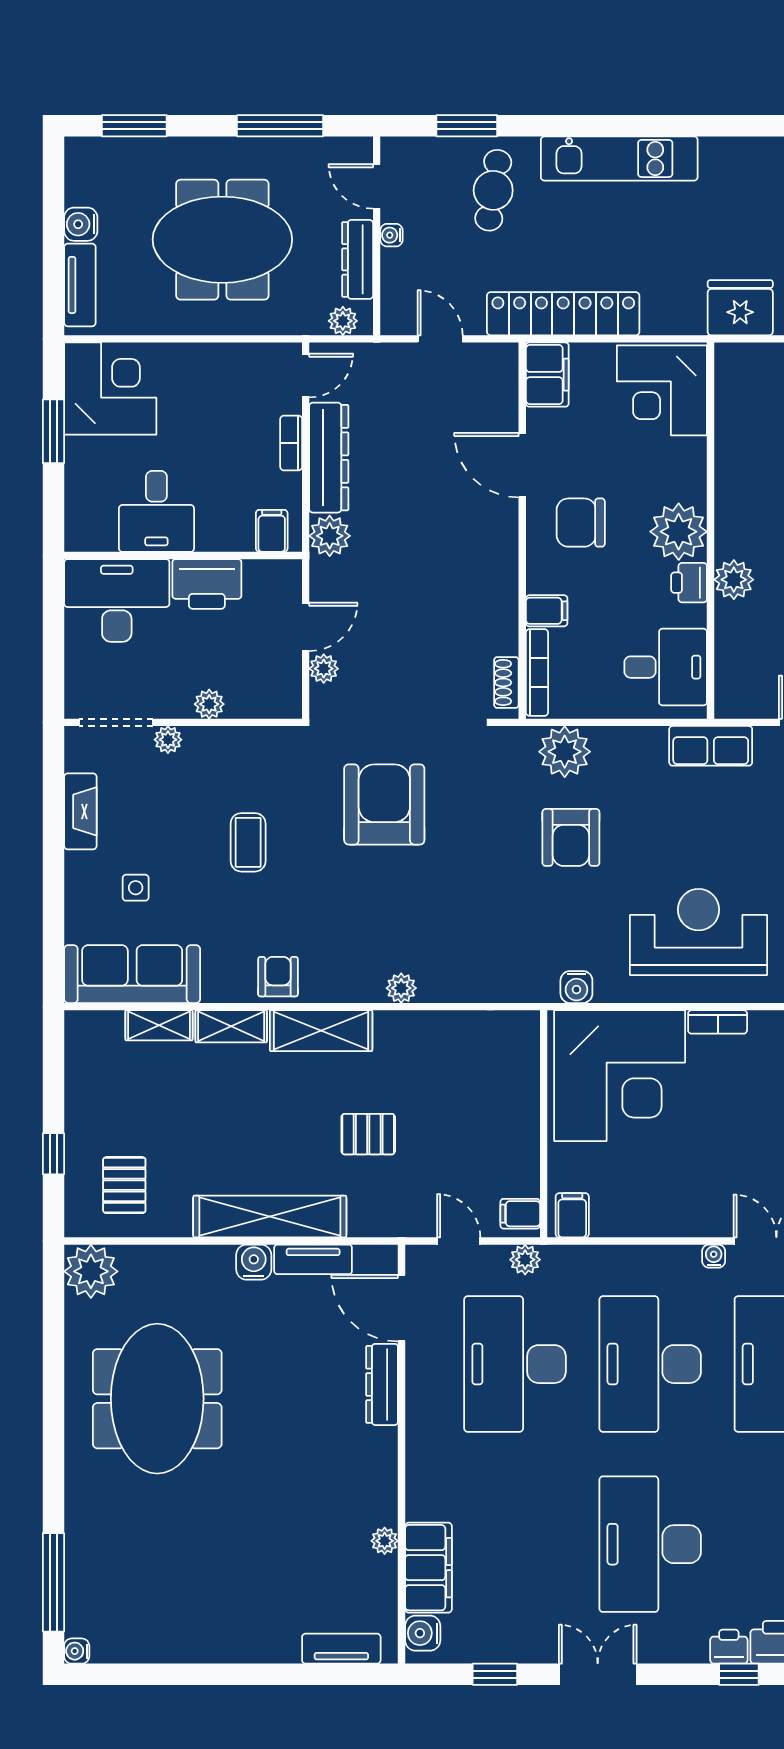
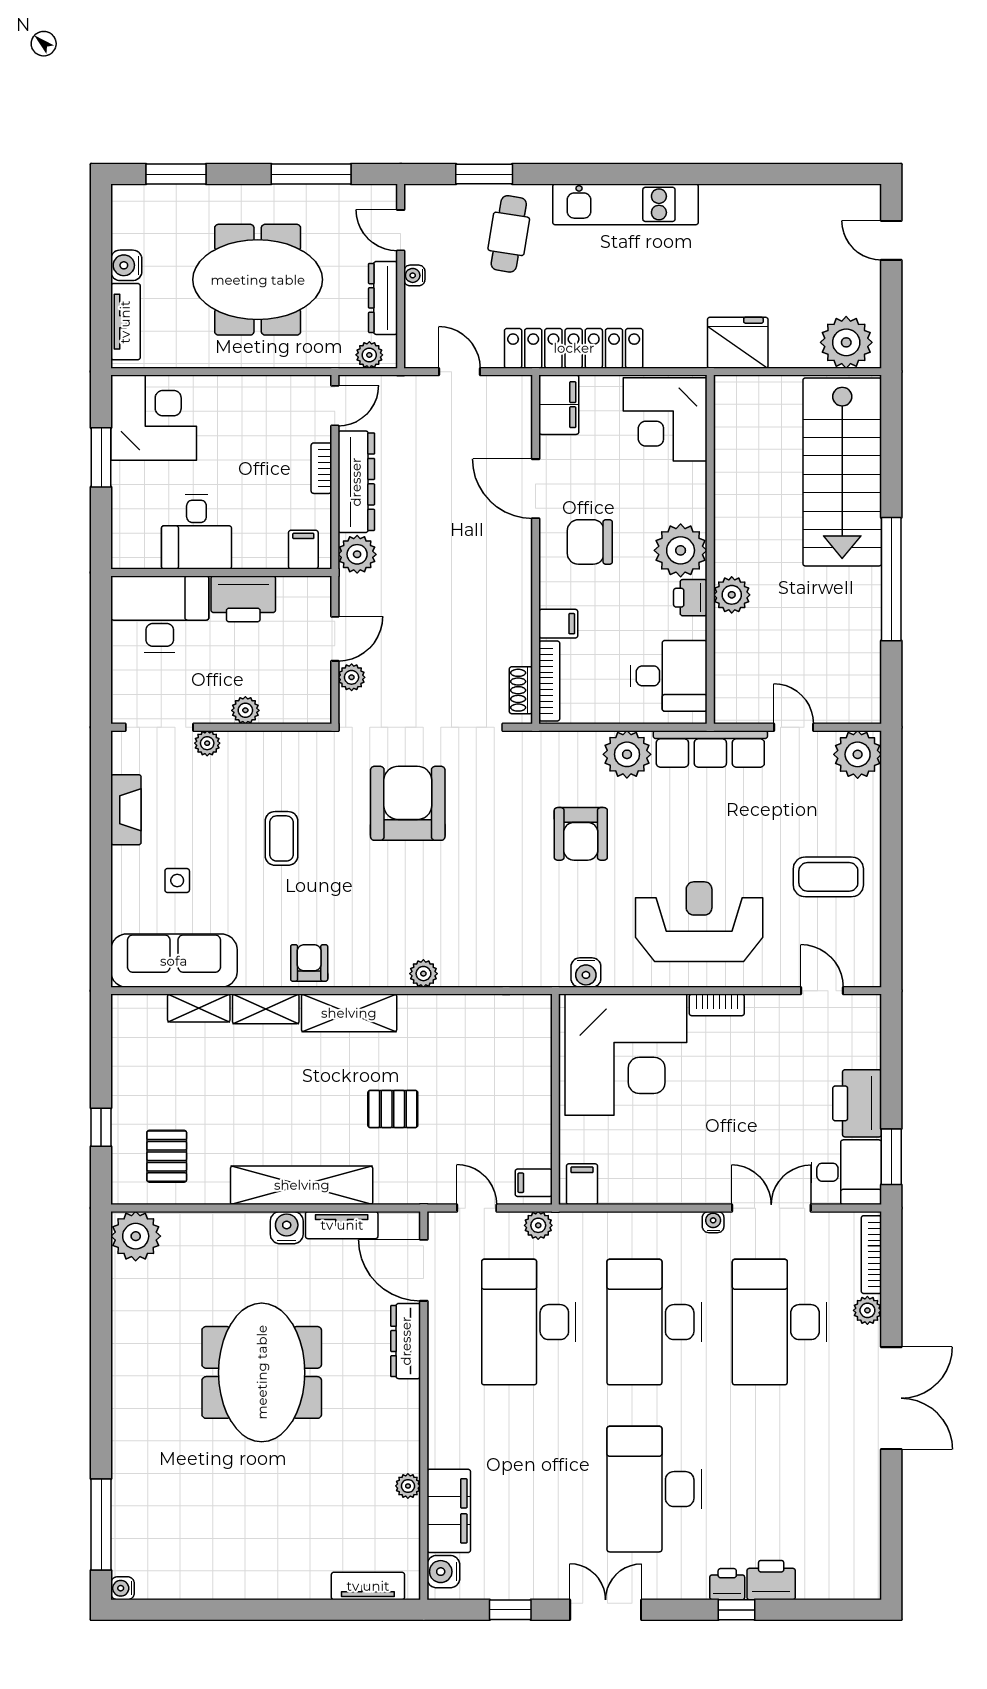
row of seats: (711, 746) -> (710, 749), width x1.48
plant: (565, 752) -> (627, 754), moved
meeting table: (157, 1399) -> (262, 1372), moved

